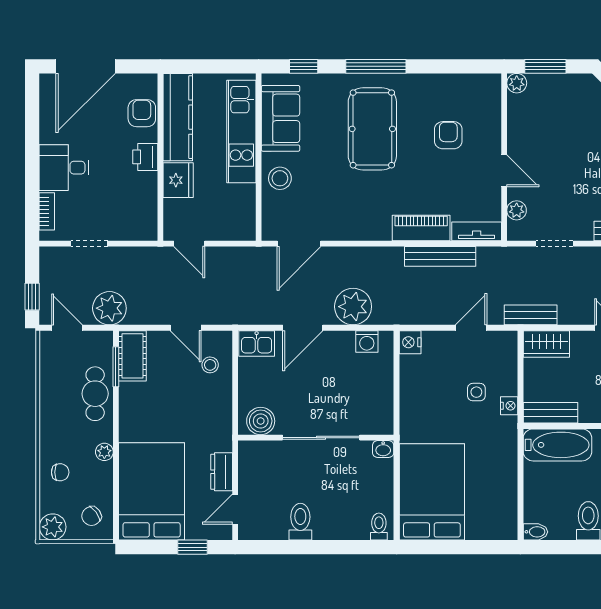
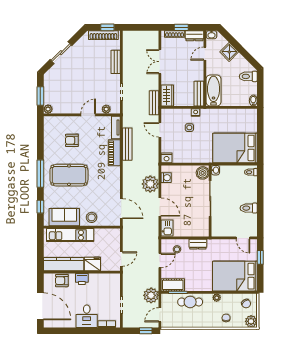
boiler: (261, 421) -> (203, 173), moved
dresser: (222, 472) -> (198, 244), moved

